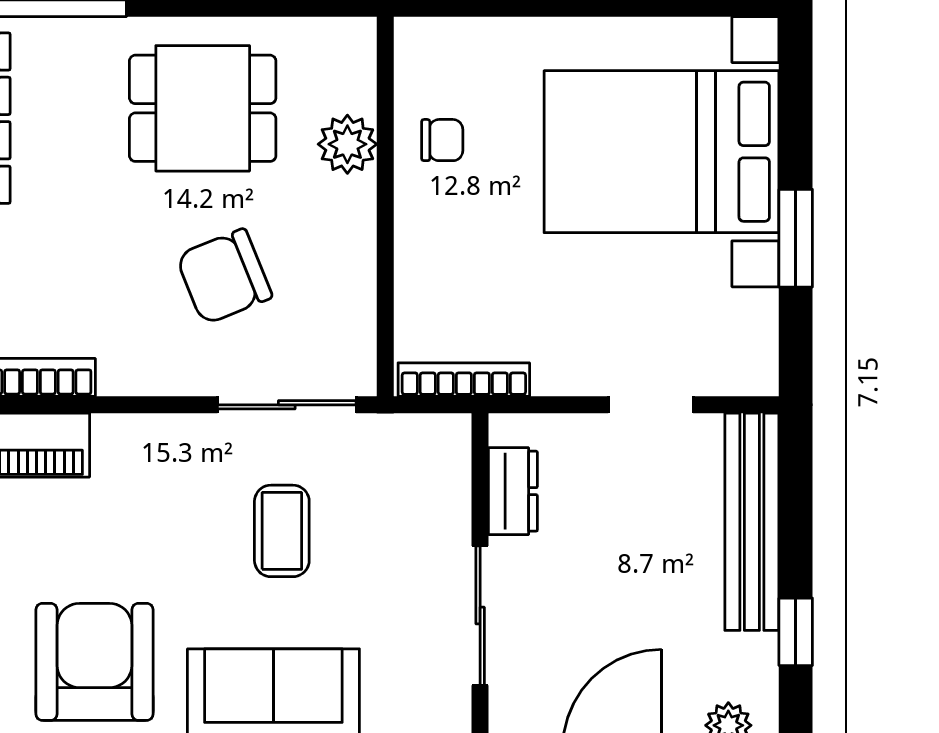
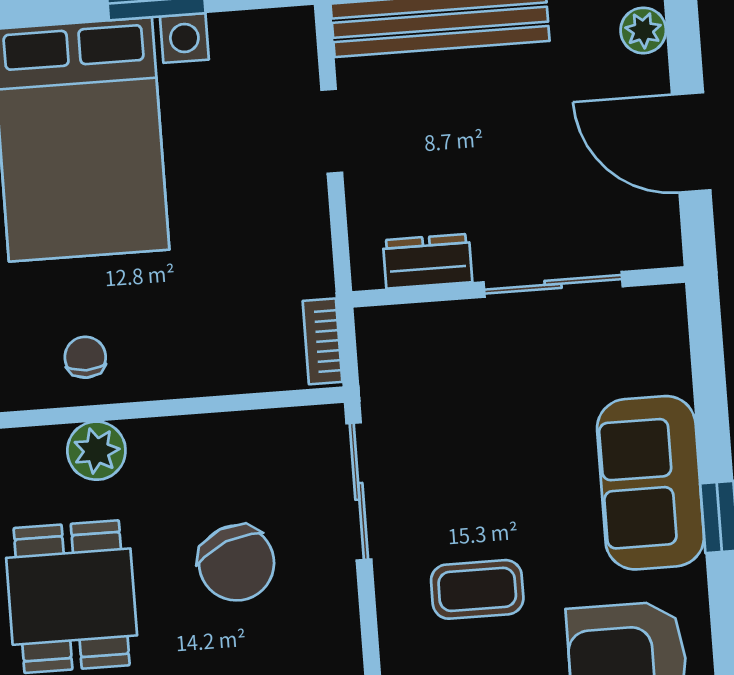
bookcase: (464, 380) -> (322, 341), width x0.64
coffee table: (282, 531) -> (477, 589), moved

